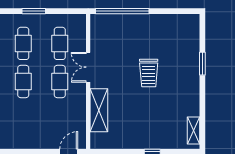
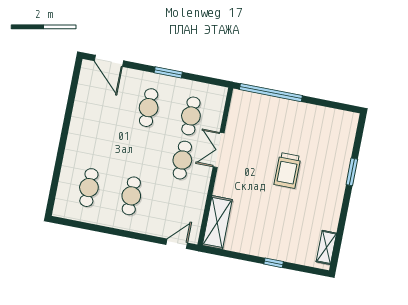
cafe table: (23, 81) -> (131, 196), moved
shelving: (99, 110) -> (217, 222), moved

